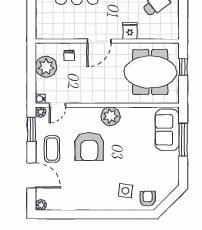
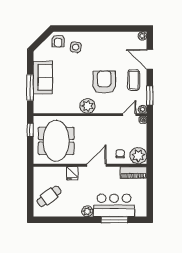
piano: (52, 32) -> (133, 172), added
plant: (46, 67) -> (138, 156), moved
window: (183, 67) -> (30, 130), moved
meeting table: (150, 72) -> (56, 141), turned 90
sofa: (167, 130) -> (43, 77), moved

